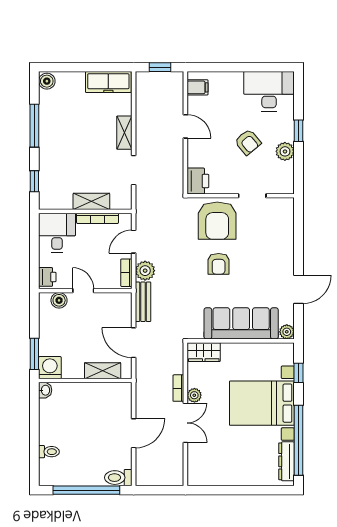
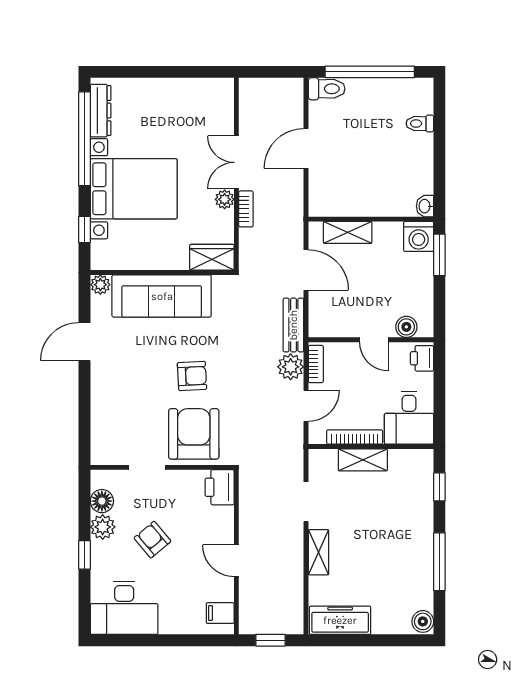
floor lamp: (286, 171) -> (102, 501), added
armchair: (219, 264) -> (192, 376), turned 87

